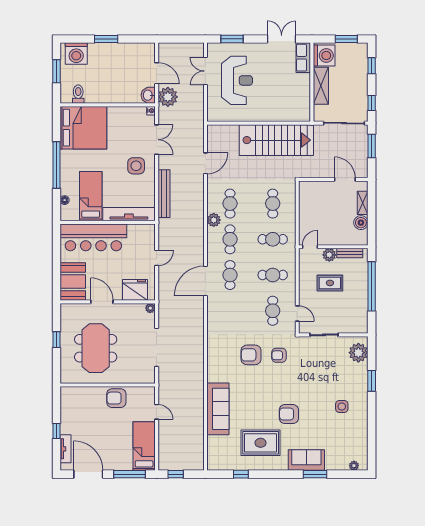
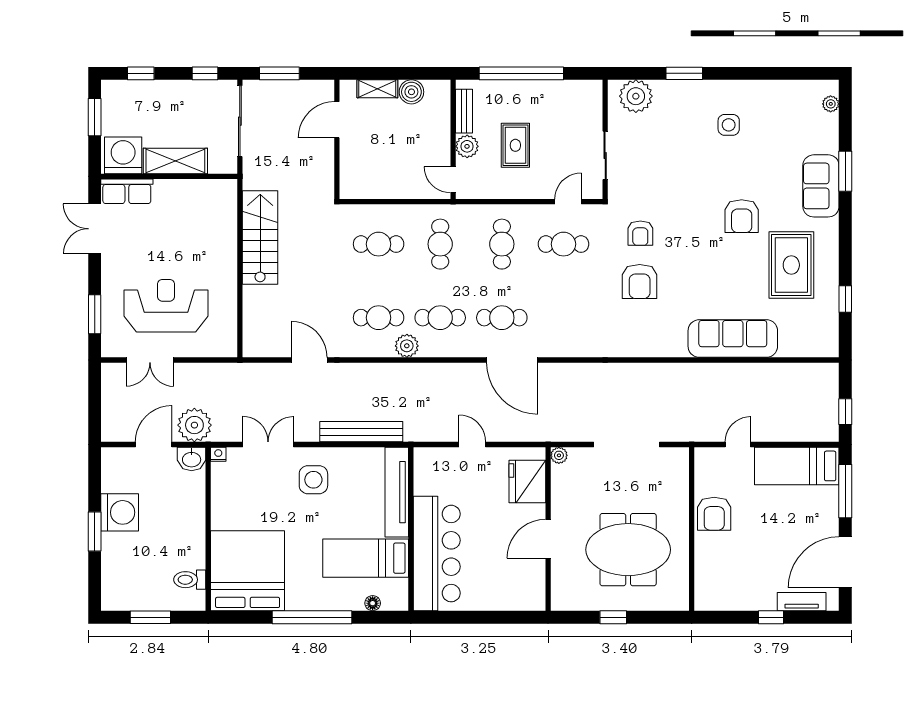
washing machine: (76, 54) -> (120, 512), moved
stairs: (276, 140) -> (260, 238), width x0.73, depth x0.66
booth: (73, 281) -> (513, 589), removed

